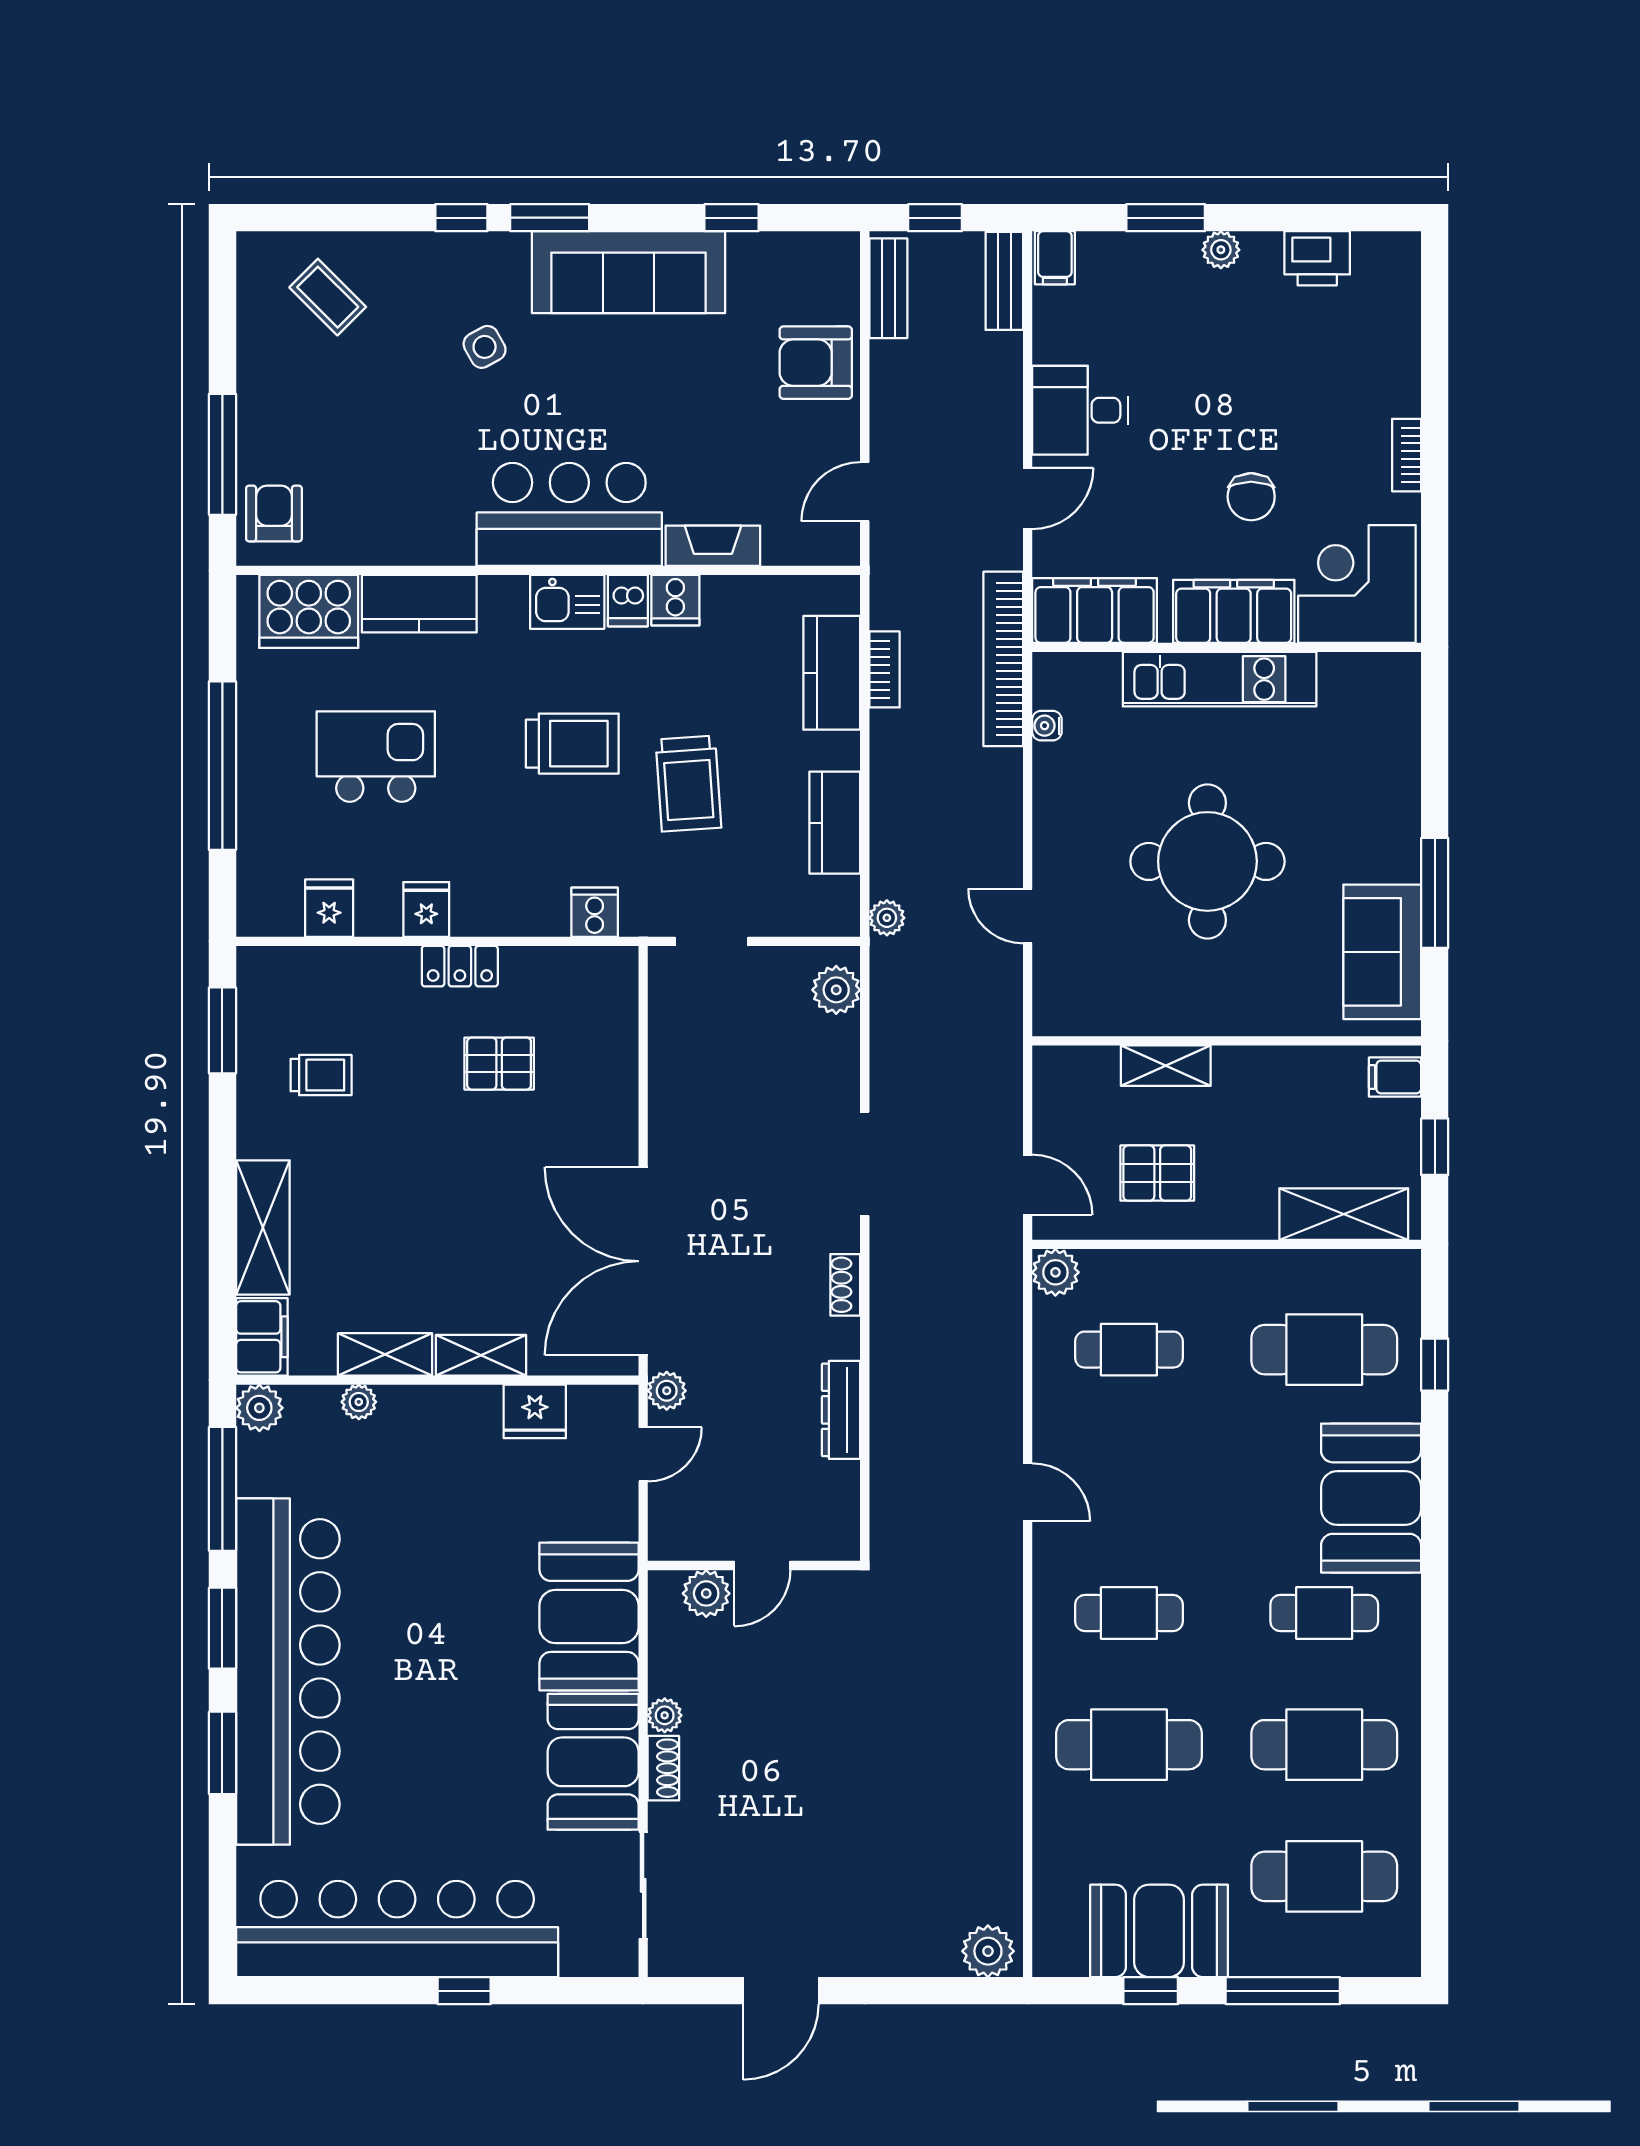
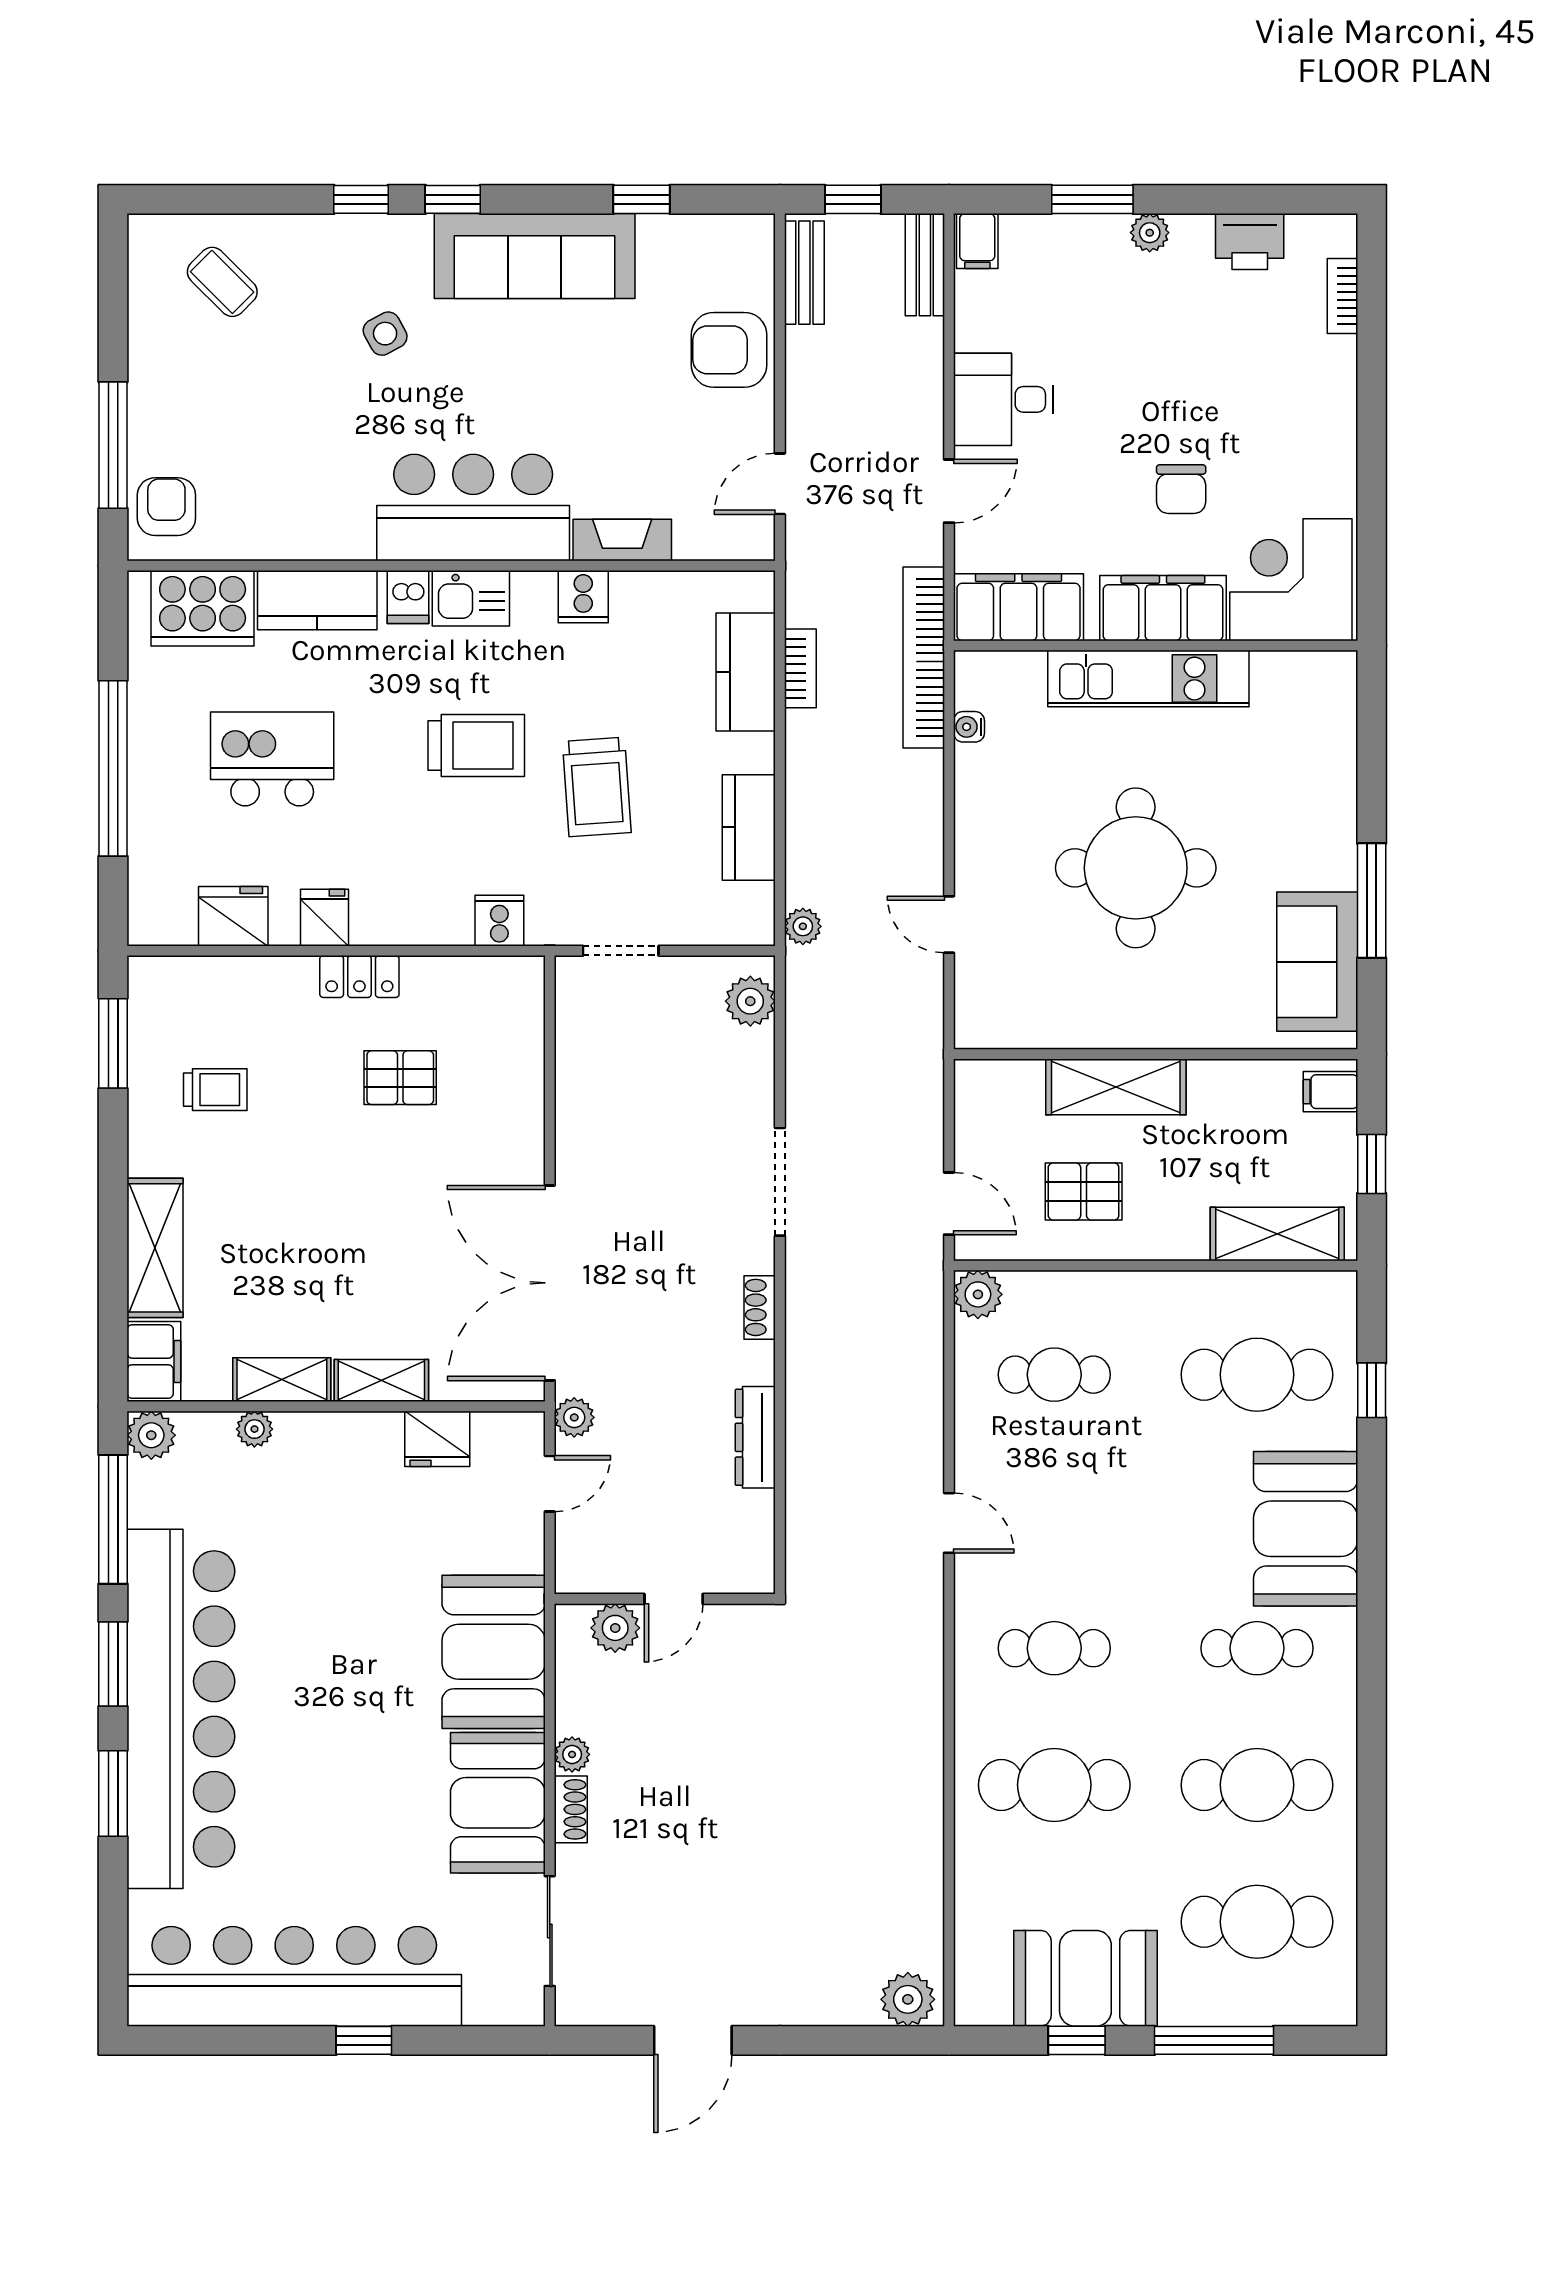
window: (550, 218) -> (453, 199), width x0.67
bookcase: (1407, 455) -> (1342, 296), moved
dishwasher: (628, 601) -> (408, 597), moved
fridge: (329, 908) -> (233, 916), width x1.38
shelving: (1166, 1066) -> (1116, 1087), width x1.50, depth x1.33

